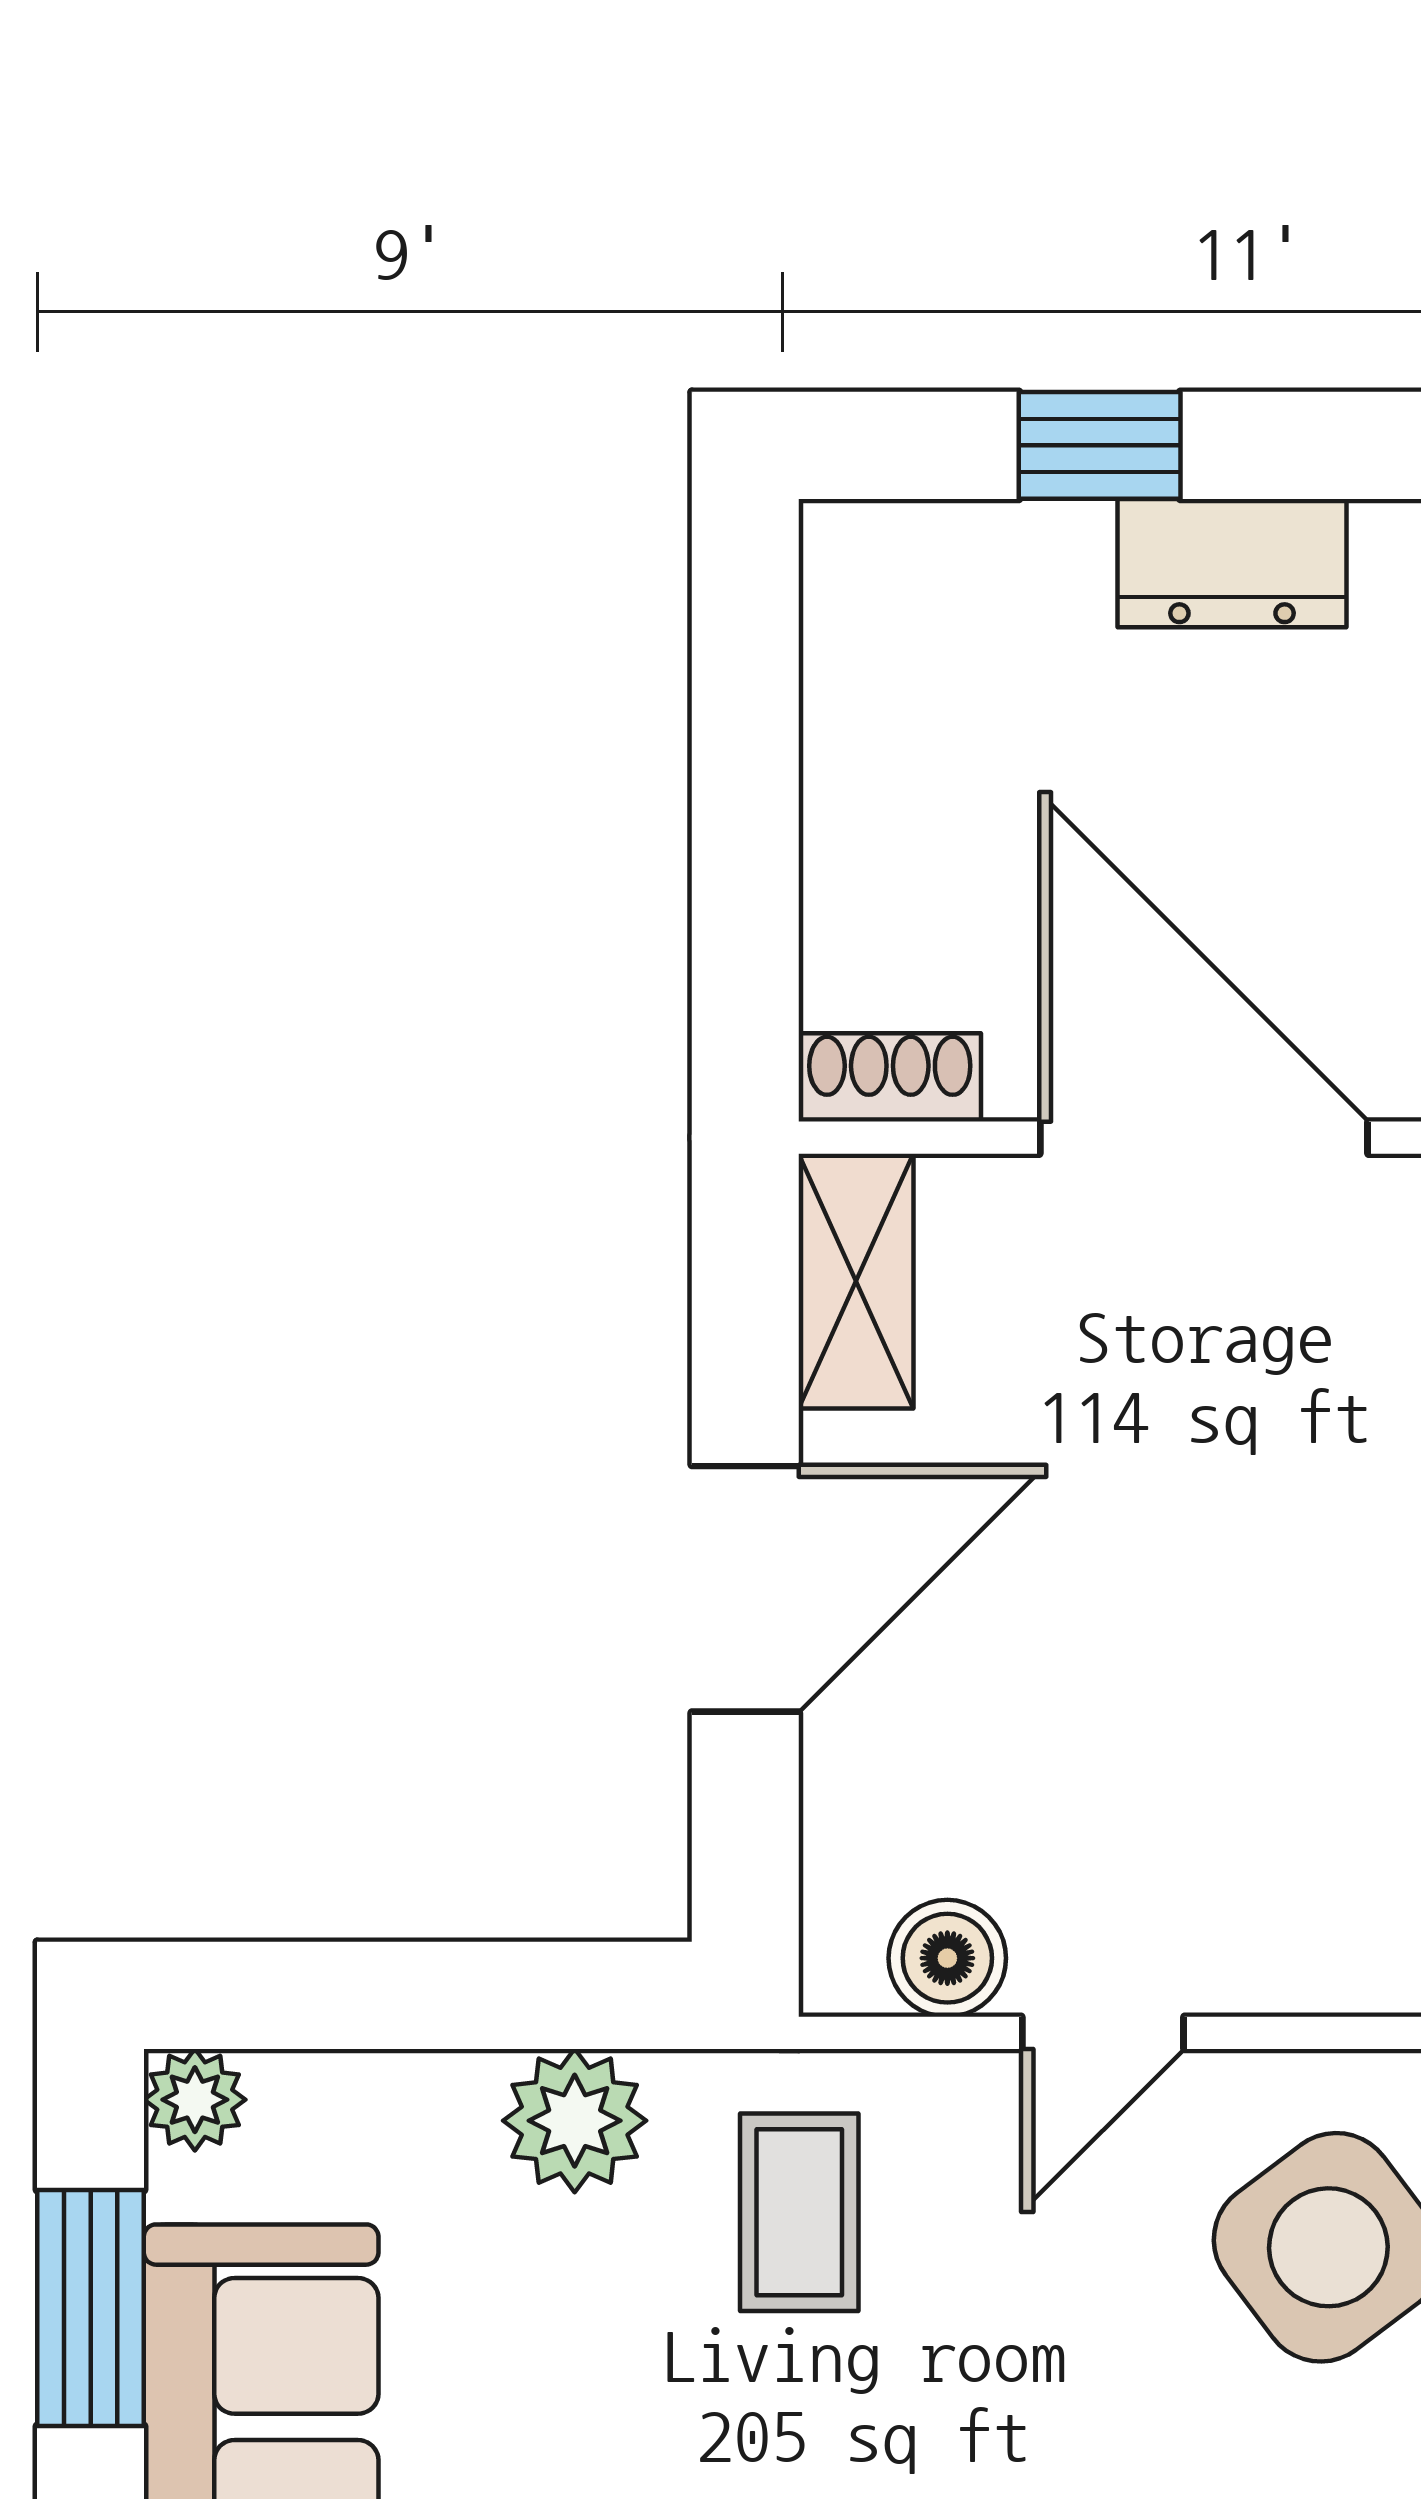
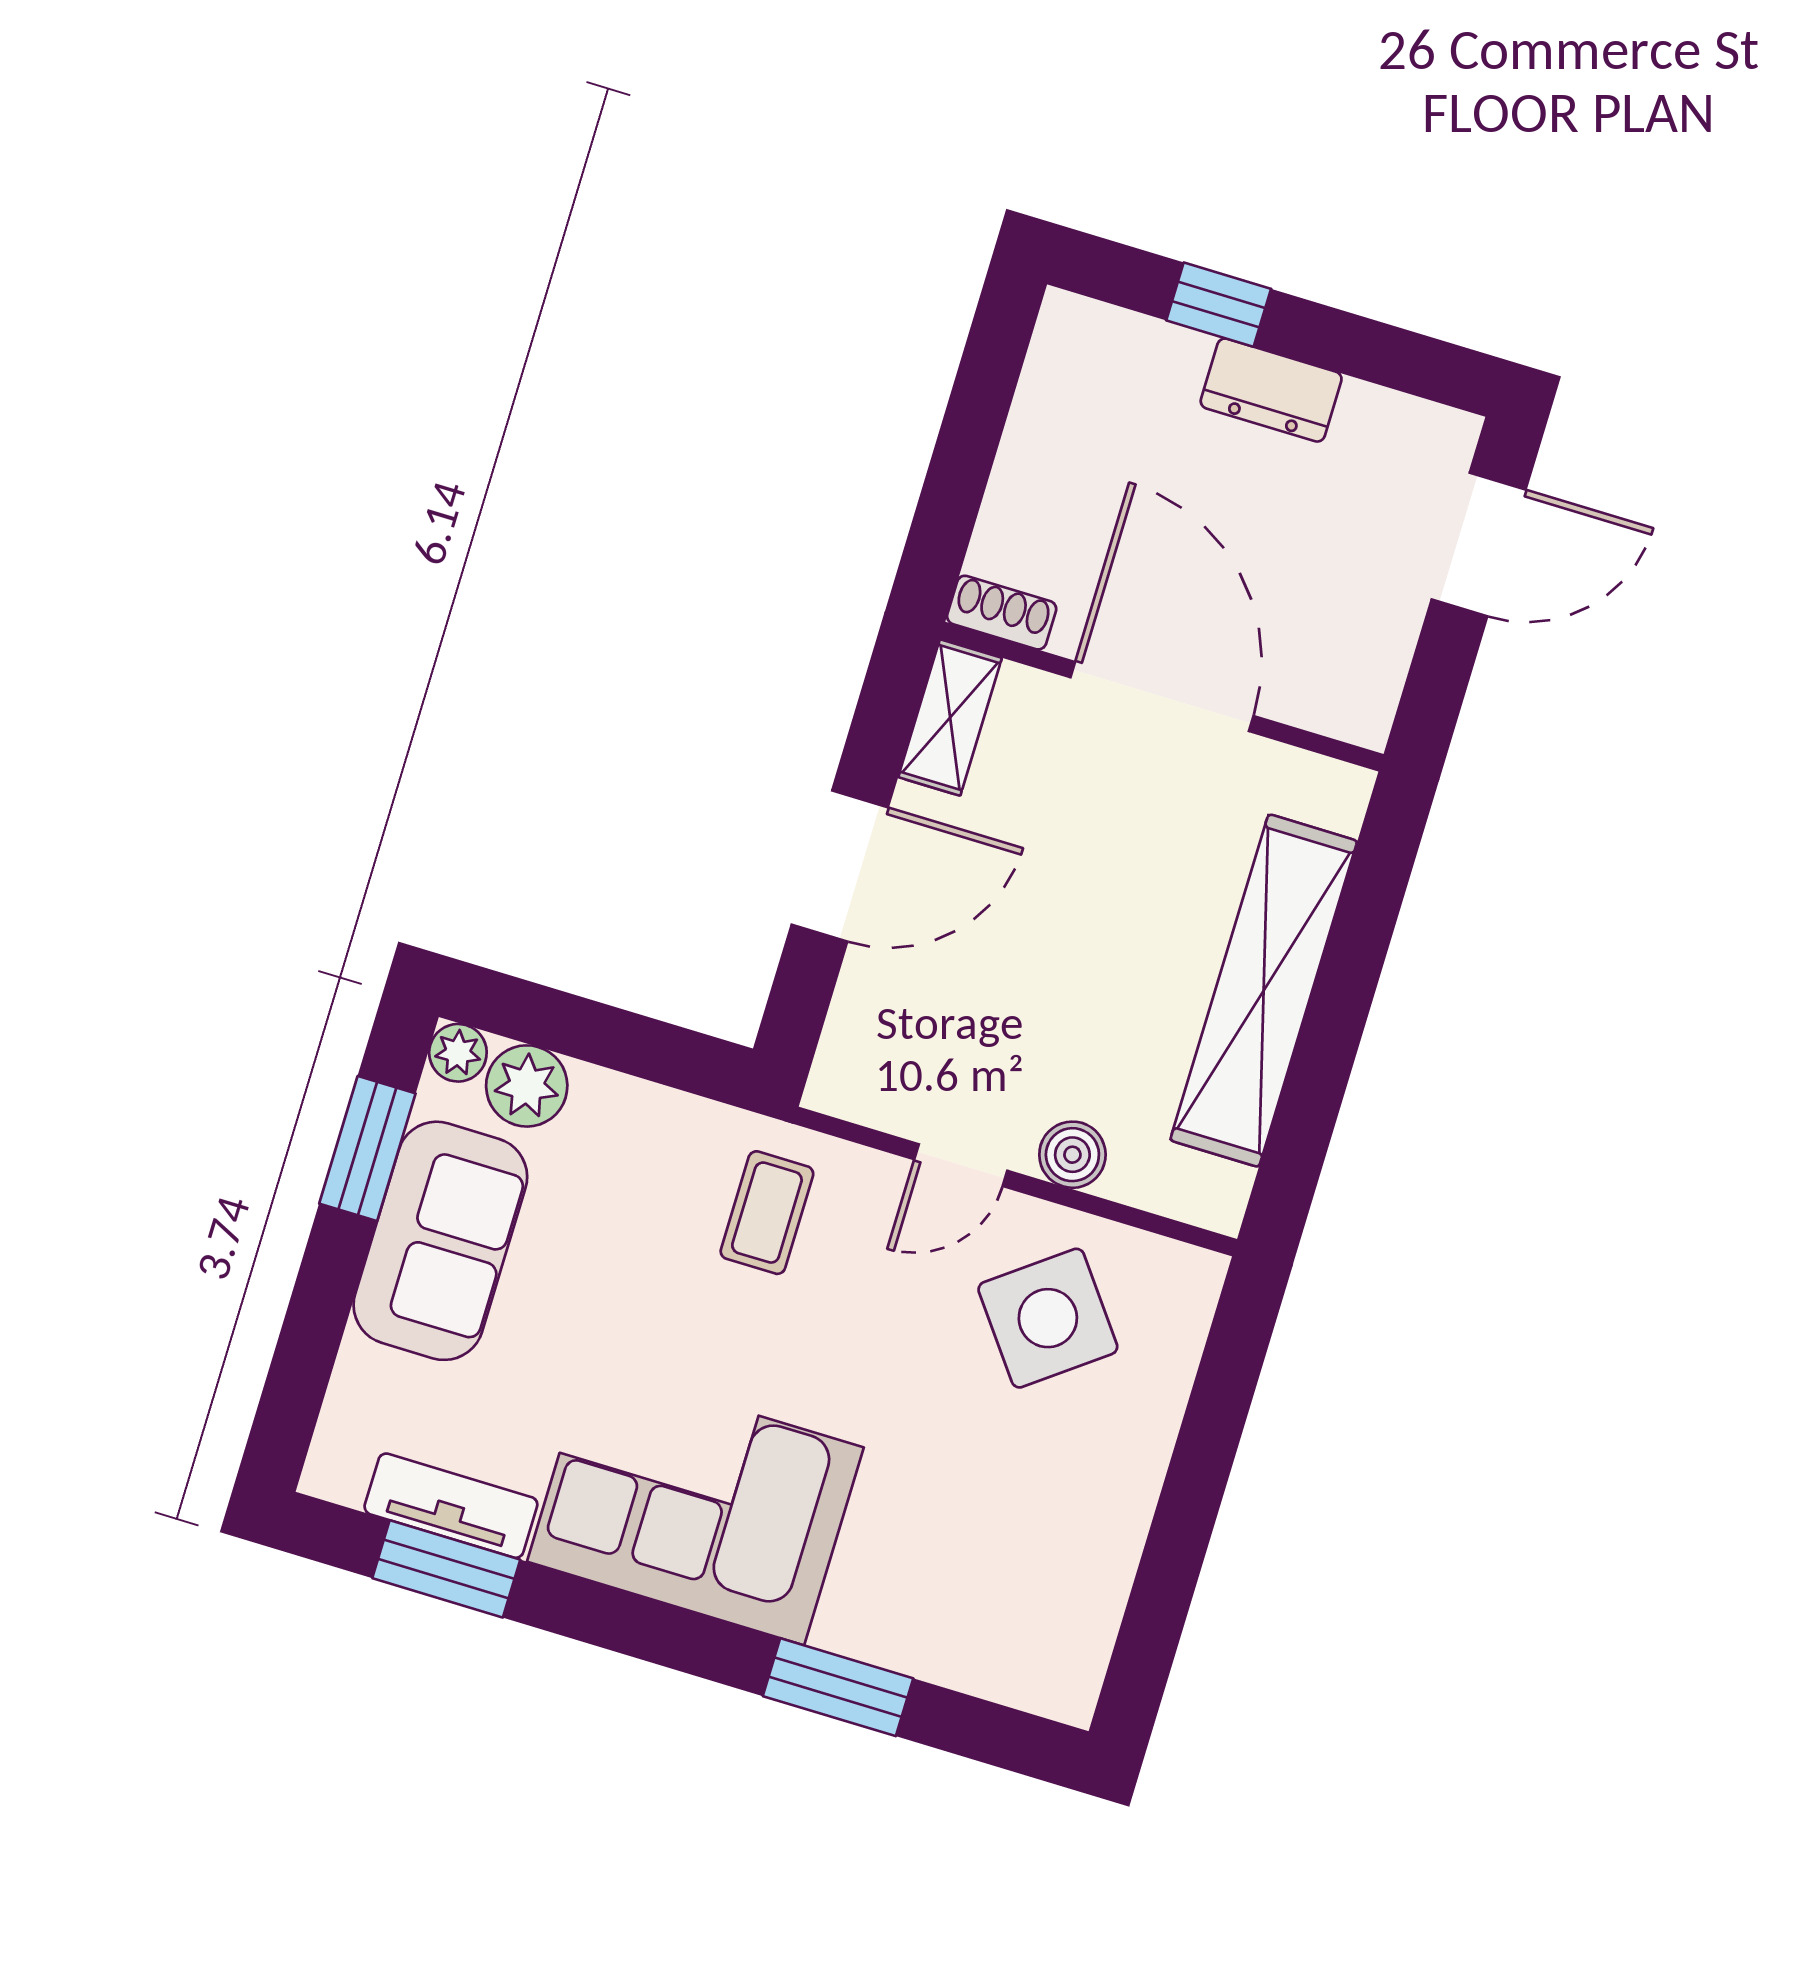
boiler: (947, 1958) -> (1072, 1155), moved
plant: (575, 2121) -> (527, 1086), moved

